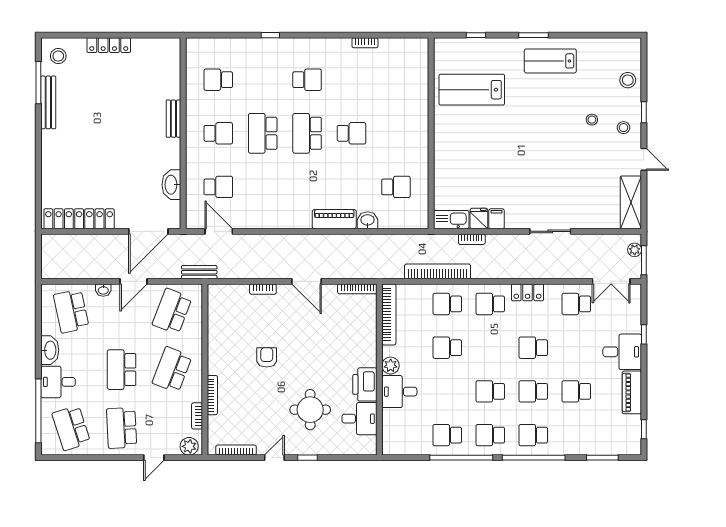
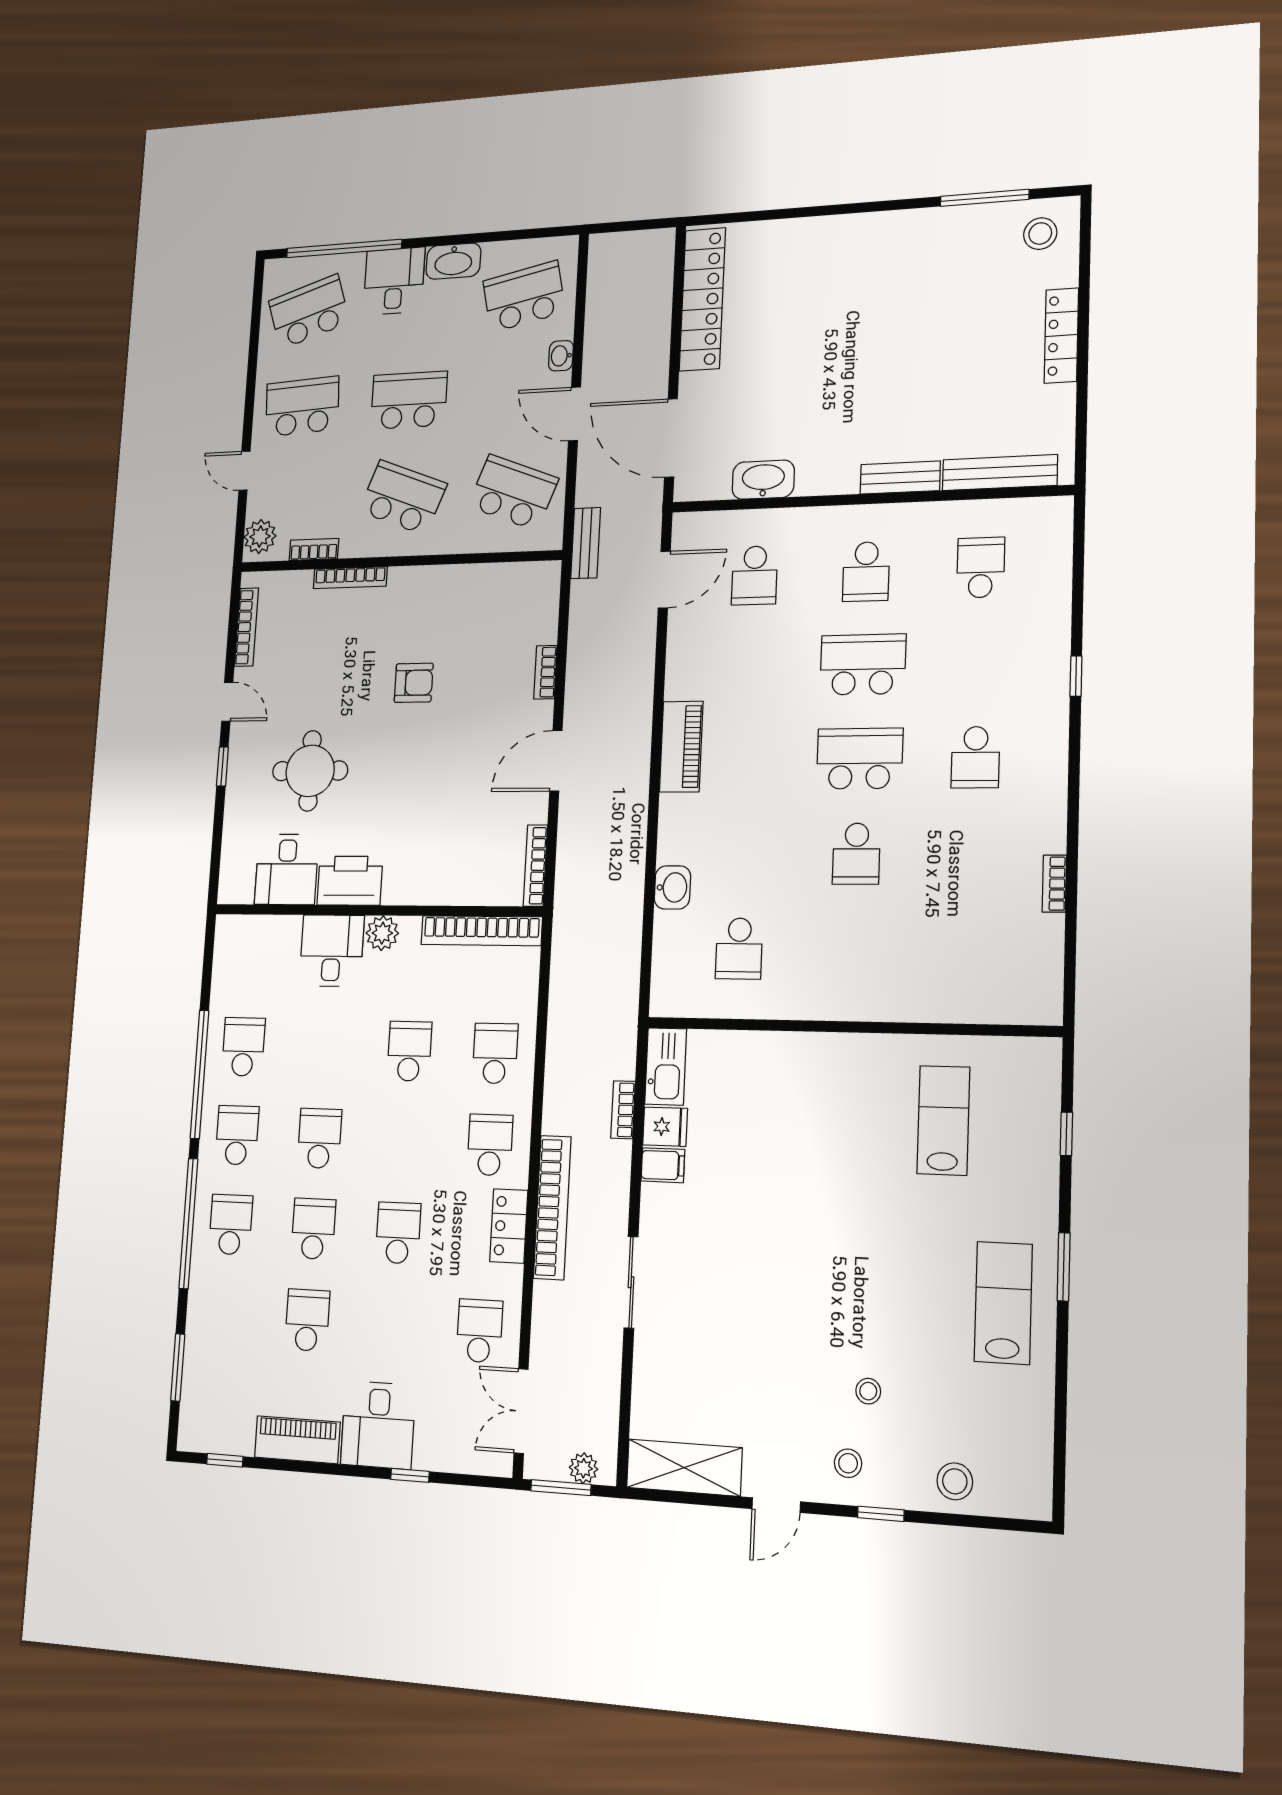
lab bench: (472, 90) -> (943, 1120), width x0.73, depth x0.72
bench: (48, 102) -> (1000, 473), moved
piano: (334, 219) -> (681, 747), moved
bookcase: (438, 271) -> (552, 1207), moved

